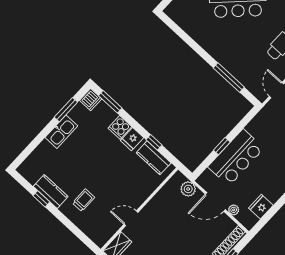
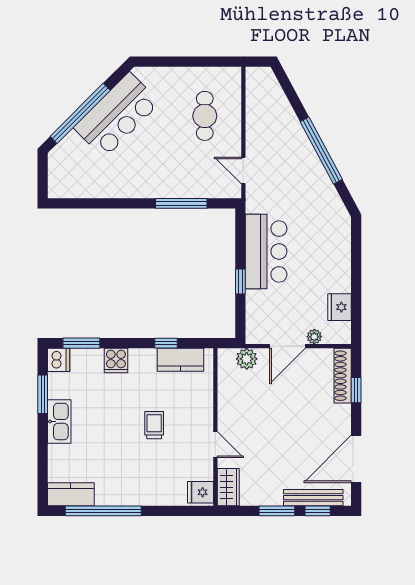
fridge: (132, 139) -> (201, 492), moved, turned 90
bar counter: (236, 157) -> (266, 252), moved
kitchen counter: (51, 192) -> (71, 494), moved
window: (41, 199) -> (103, 511), width x3.17
trolley: (84, 200) -> (154, 425), moved
door: (131, 218) -> (215, 445), swing flipped

